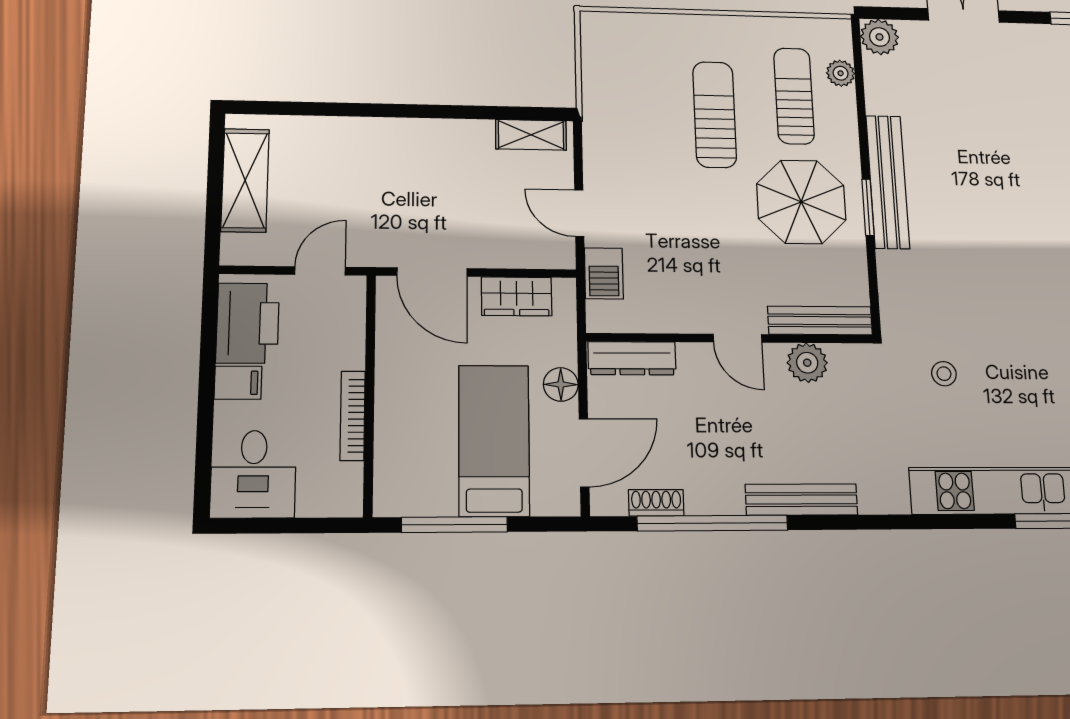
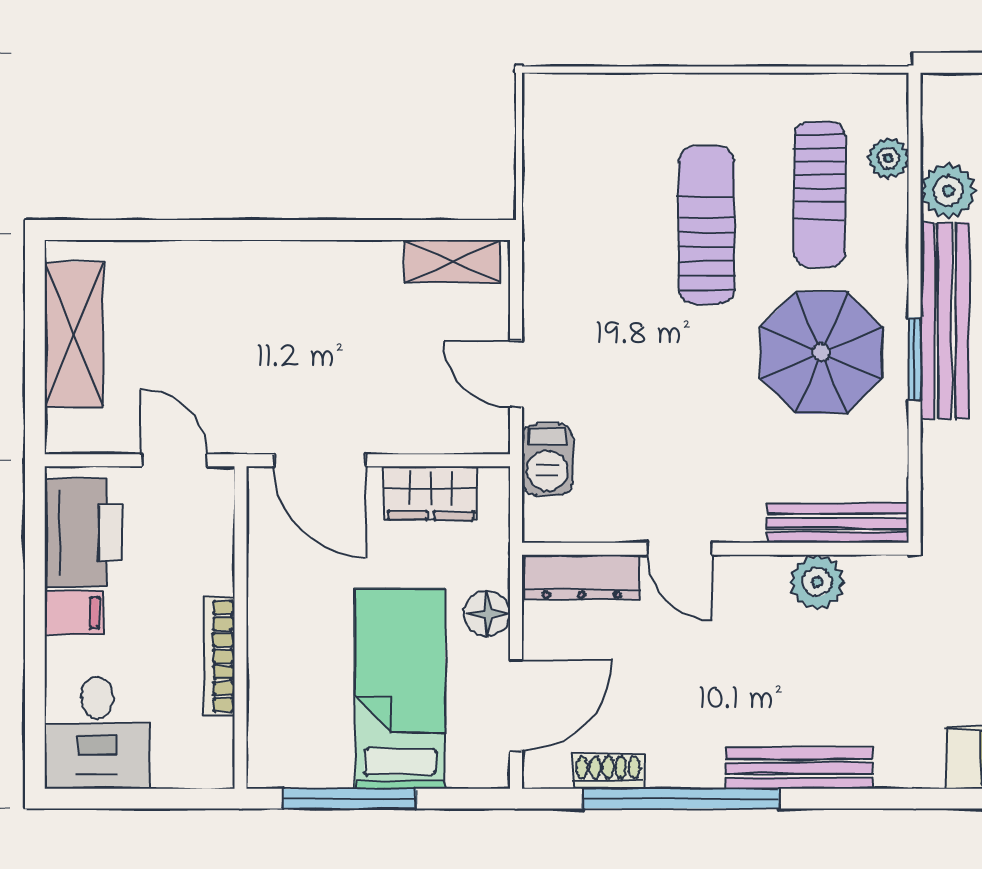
plant: (879, 37) -> (948, 191), moved
sun lounger: (794, 96) -> (820, 194), turned 180
door: (320, 271) -> (174, 460), hinge flipped
door: (738, 338) -> (680, 549), moved

